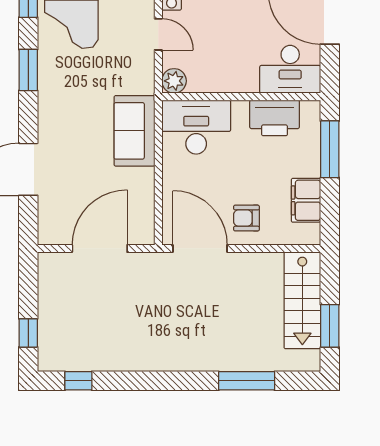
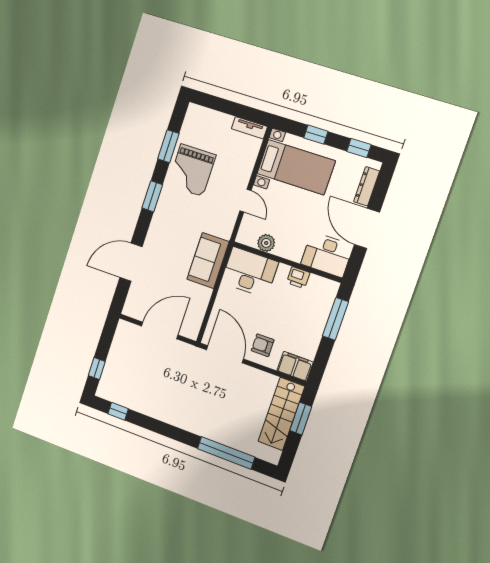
plant: (174, 81) -> (266, 243), moved
printer: (275, 118) -> (298, 278), width x0.53, depth x0.68
filing cabinet: (306, 200) -> (295, 366), moved, turned 90
window: (330, 326) -> (301, 419), moved
window: (247, 381) -> (226, 453), width x1.46

